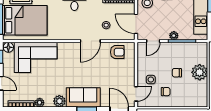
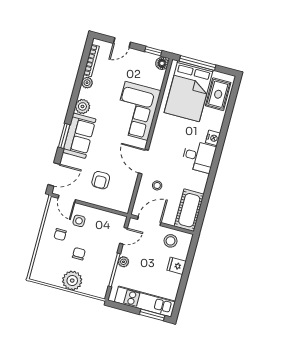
door: (153, 41) -> (124, 236), swing flipped
armchair: (117, 52) -> (101, 180), moved
corner sofa: (36, 57) -> (136, 111), moved

